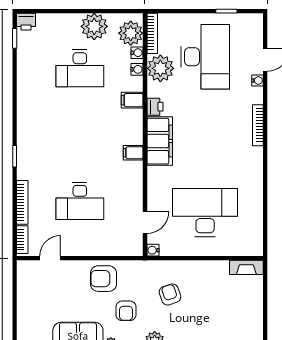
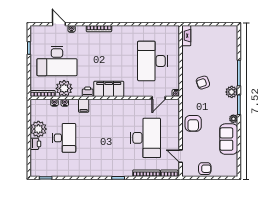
printer: (26, 22) -> (35, 144), moved
plant: (131, 33) -> (42, 107), removed
desk: (205, 57) -> (57, 61), turned 180
filing cabinet: (133, 153) -> (116, 105), removed
desk: (80, 201) -> (145, 138), width x1.36, depth x1.30
door: (145, 222) -> (159, 98), swing flipped
armchair: (126, 311) -> (205, 169), moved

